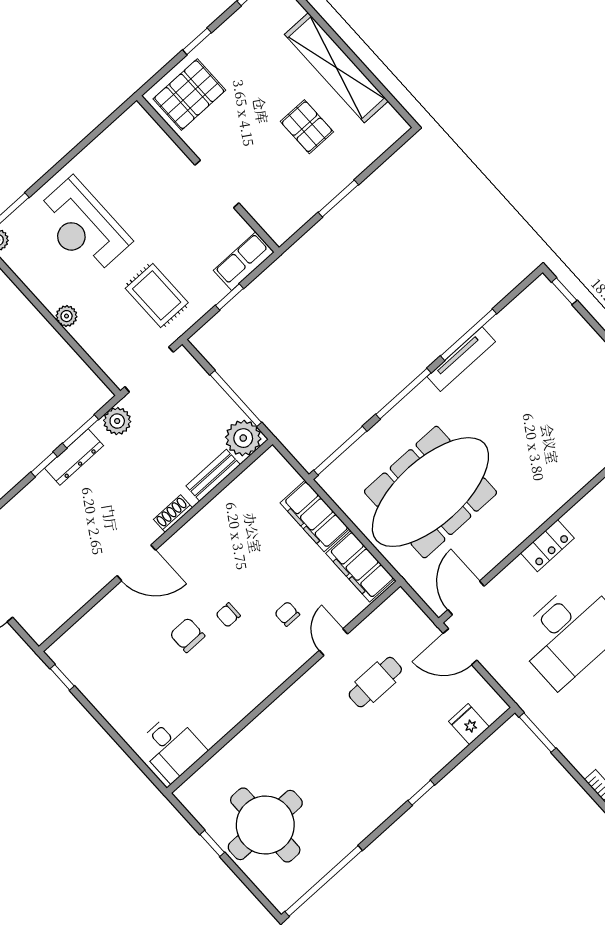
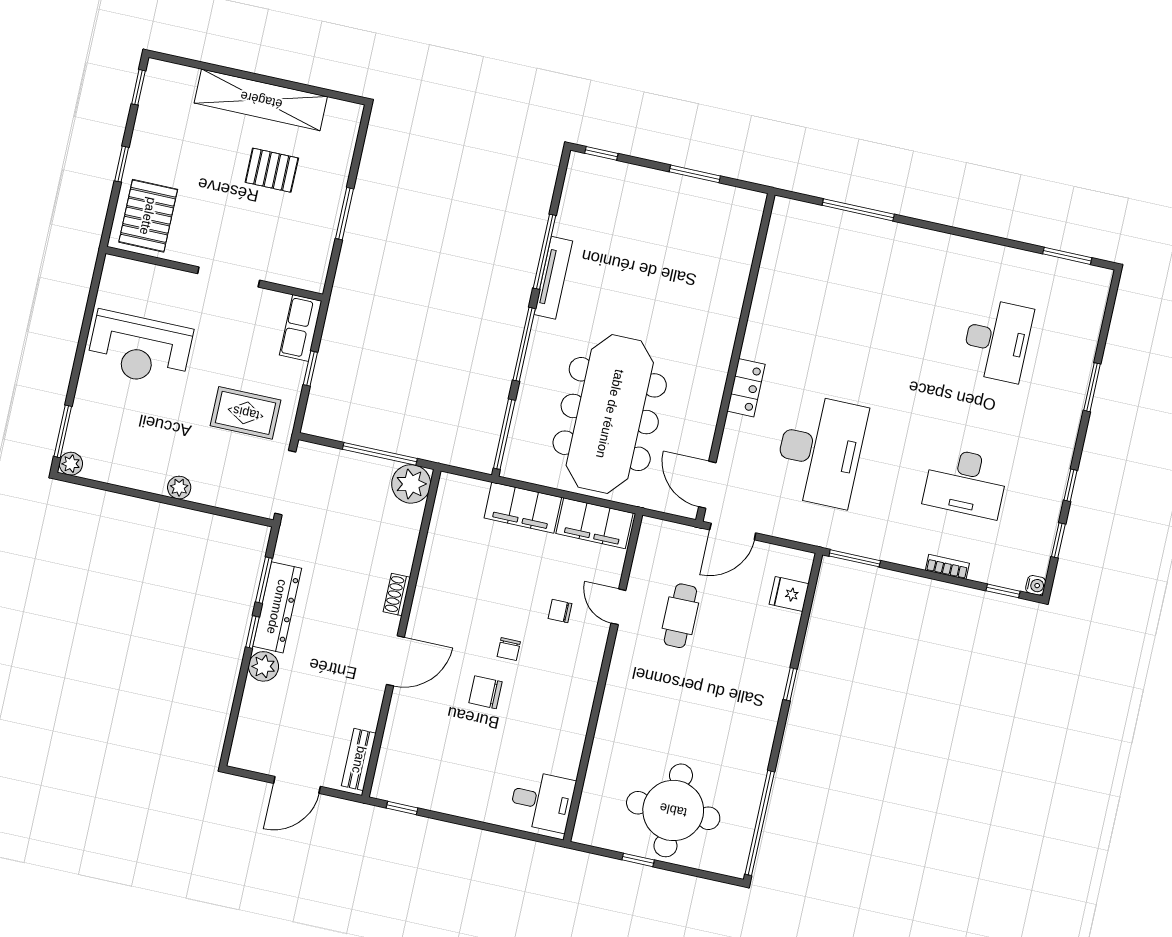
reception desk: (82, 227) -> (140, 349), moved
plant: (117, 421) -> (264, 666), moved
dresser: (74, 457) -> (277, 607), width x1.37, depth x1.24
bench: (213, 475) -> (359, 760), moved

